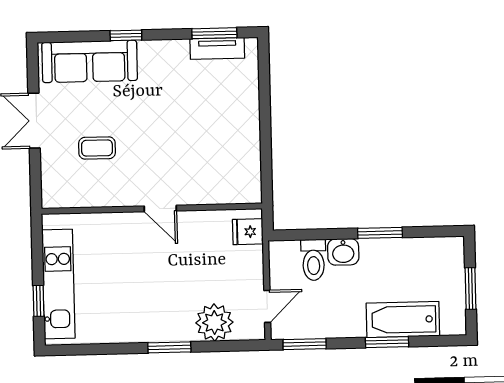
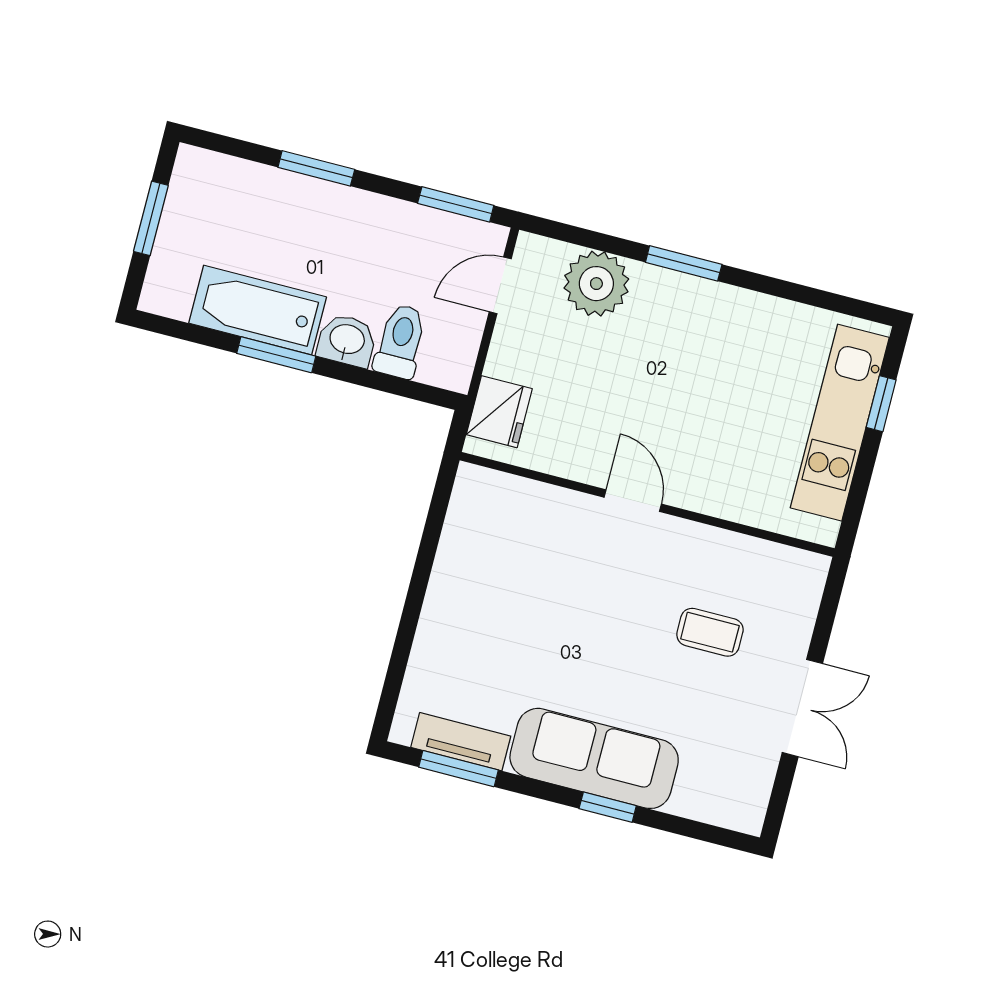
sofa: (90, 61) -> (594, 758), moved
fridge: (248, 232) -> (499, 412), width x1.38
bathtub: (403, 320) -> (258, 310), moved, turned 180

